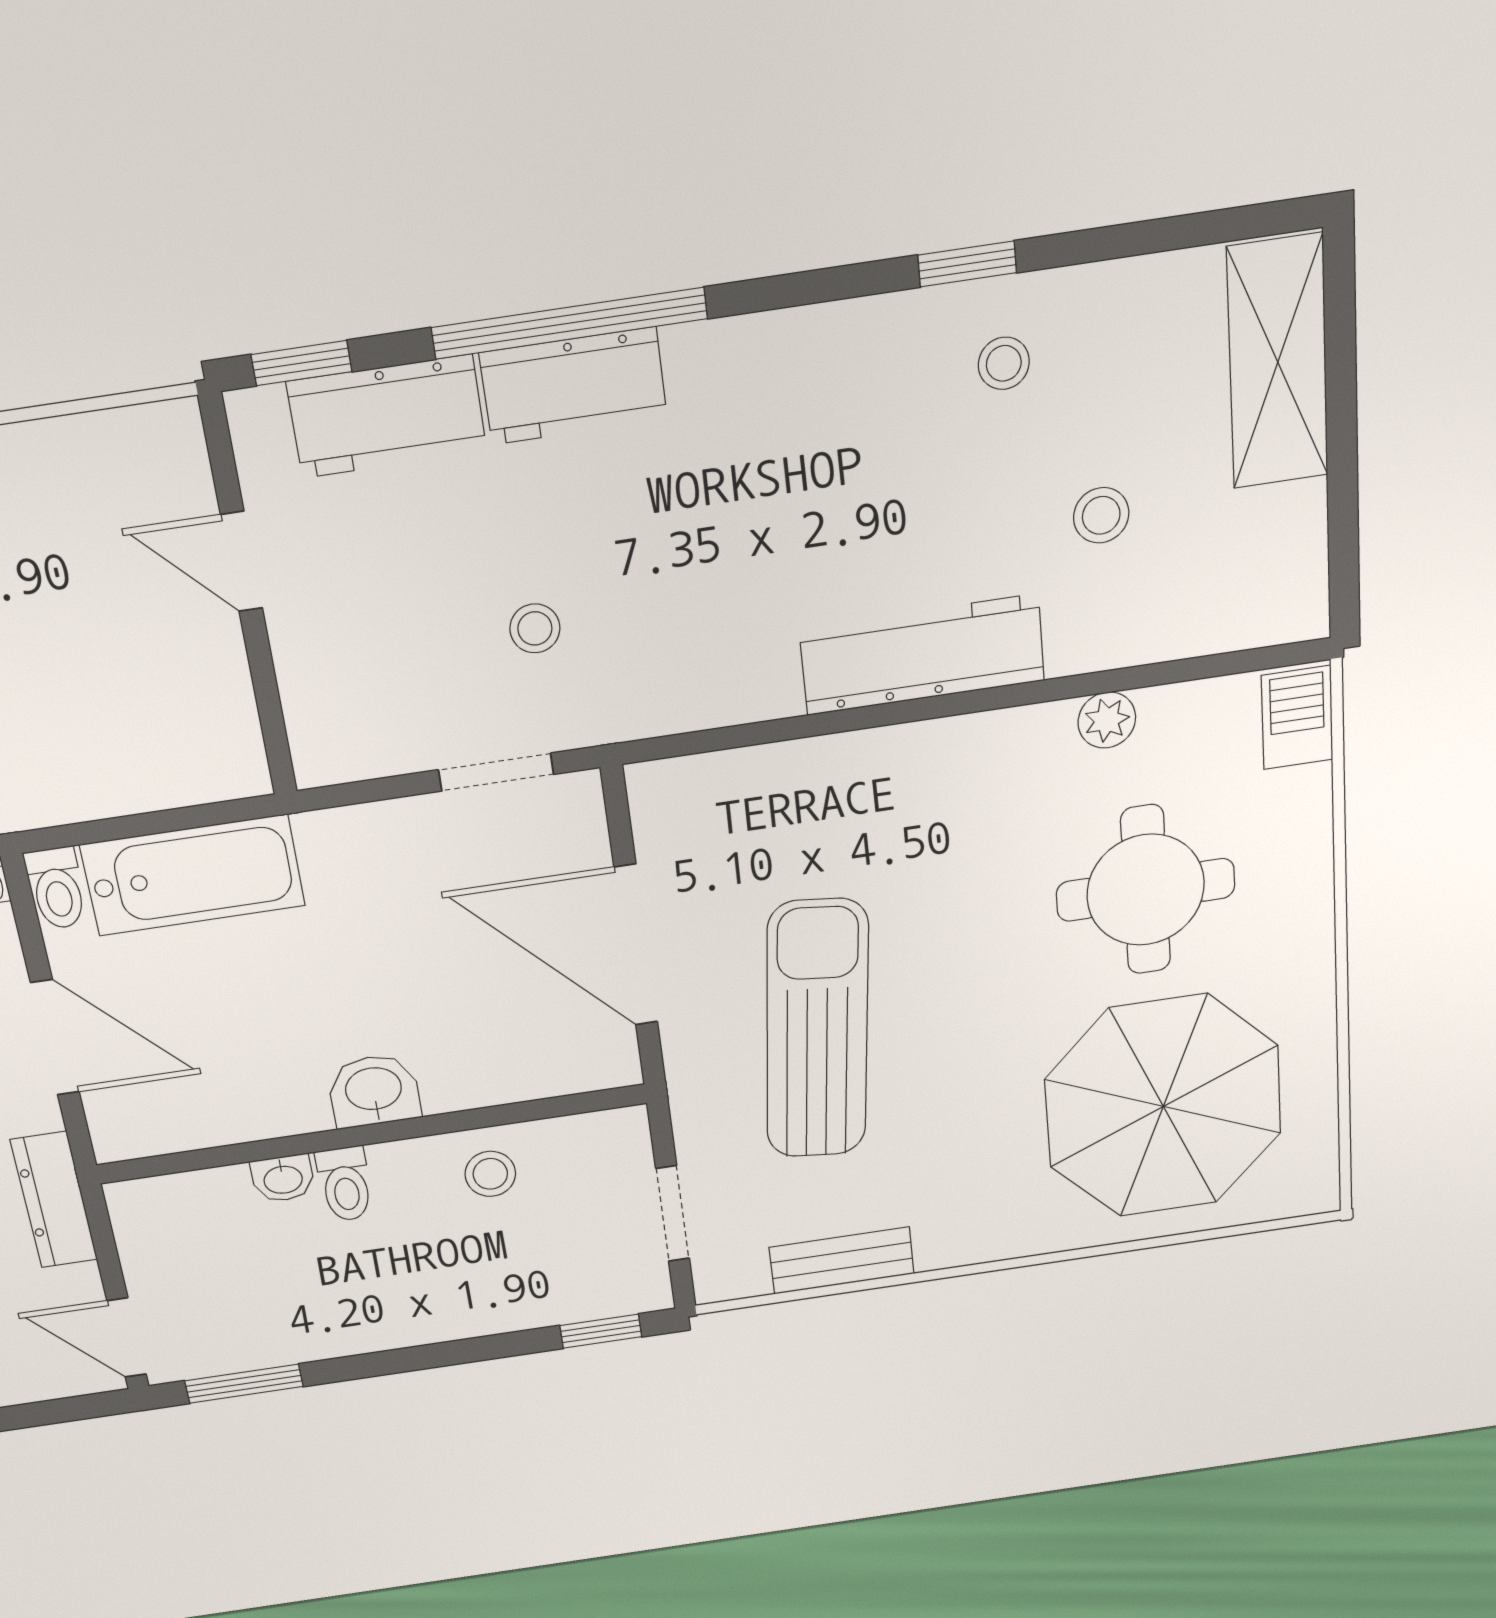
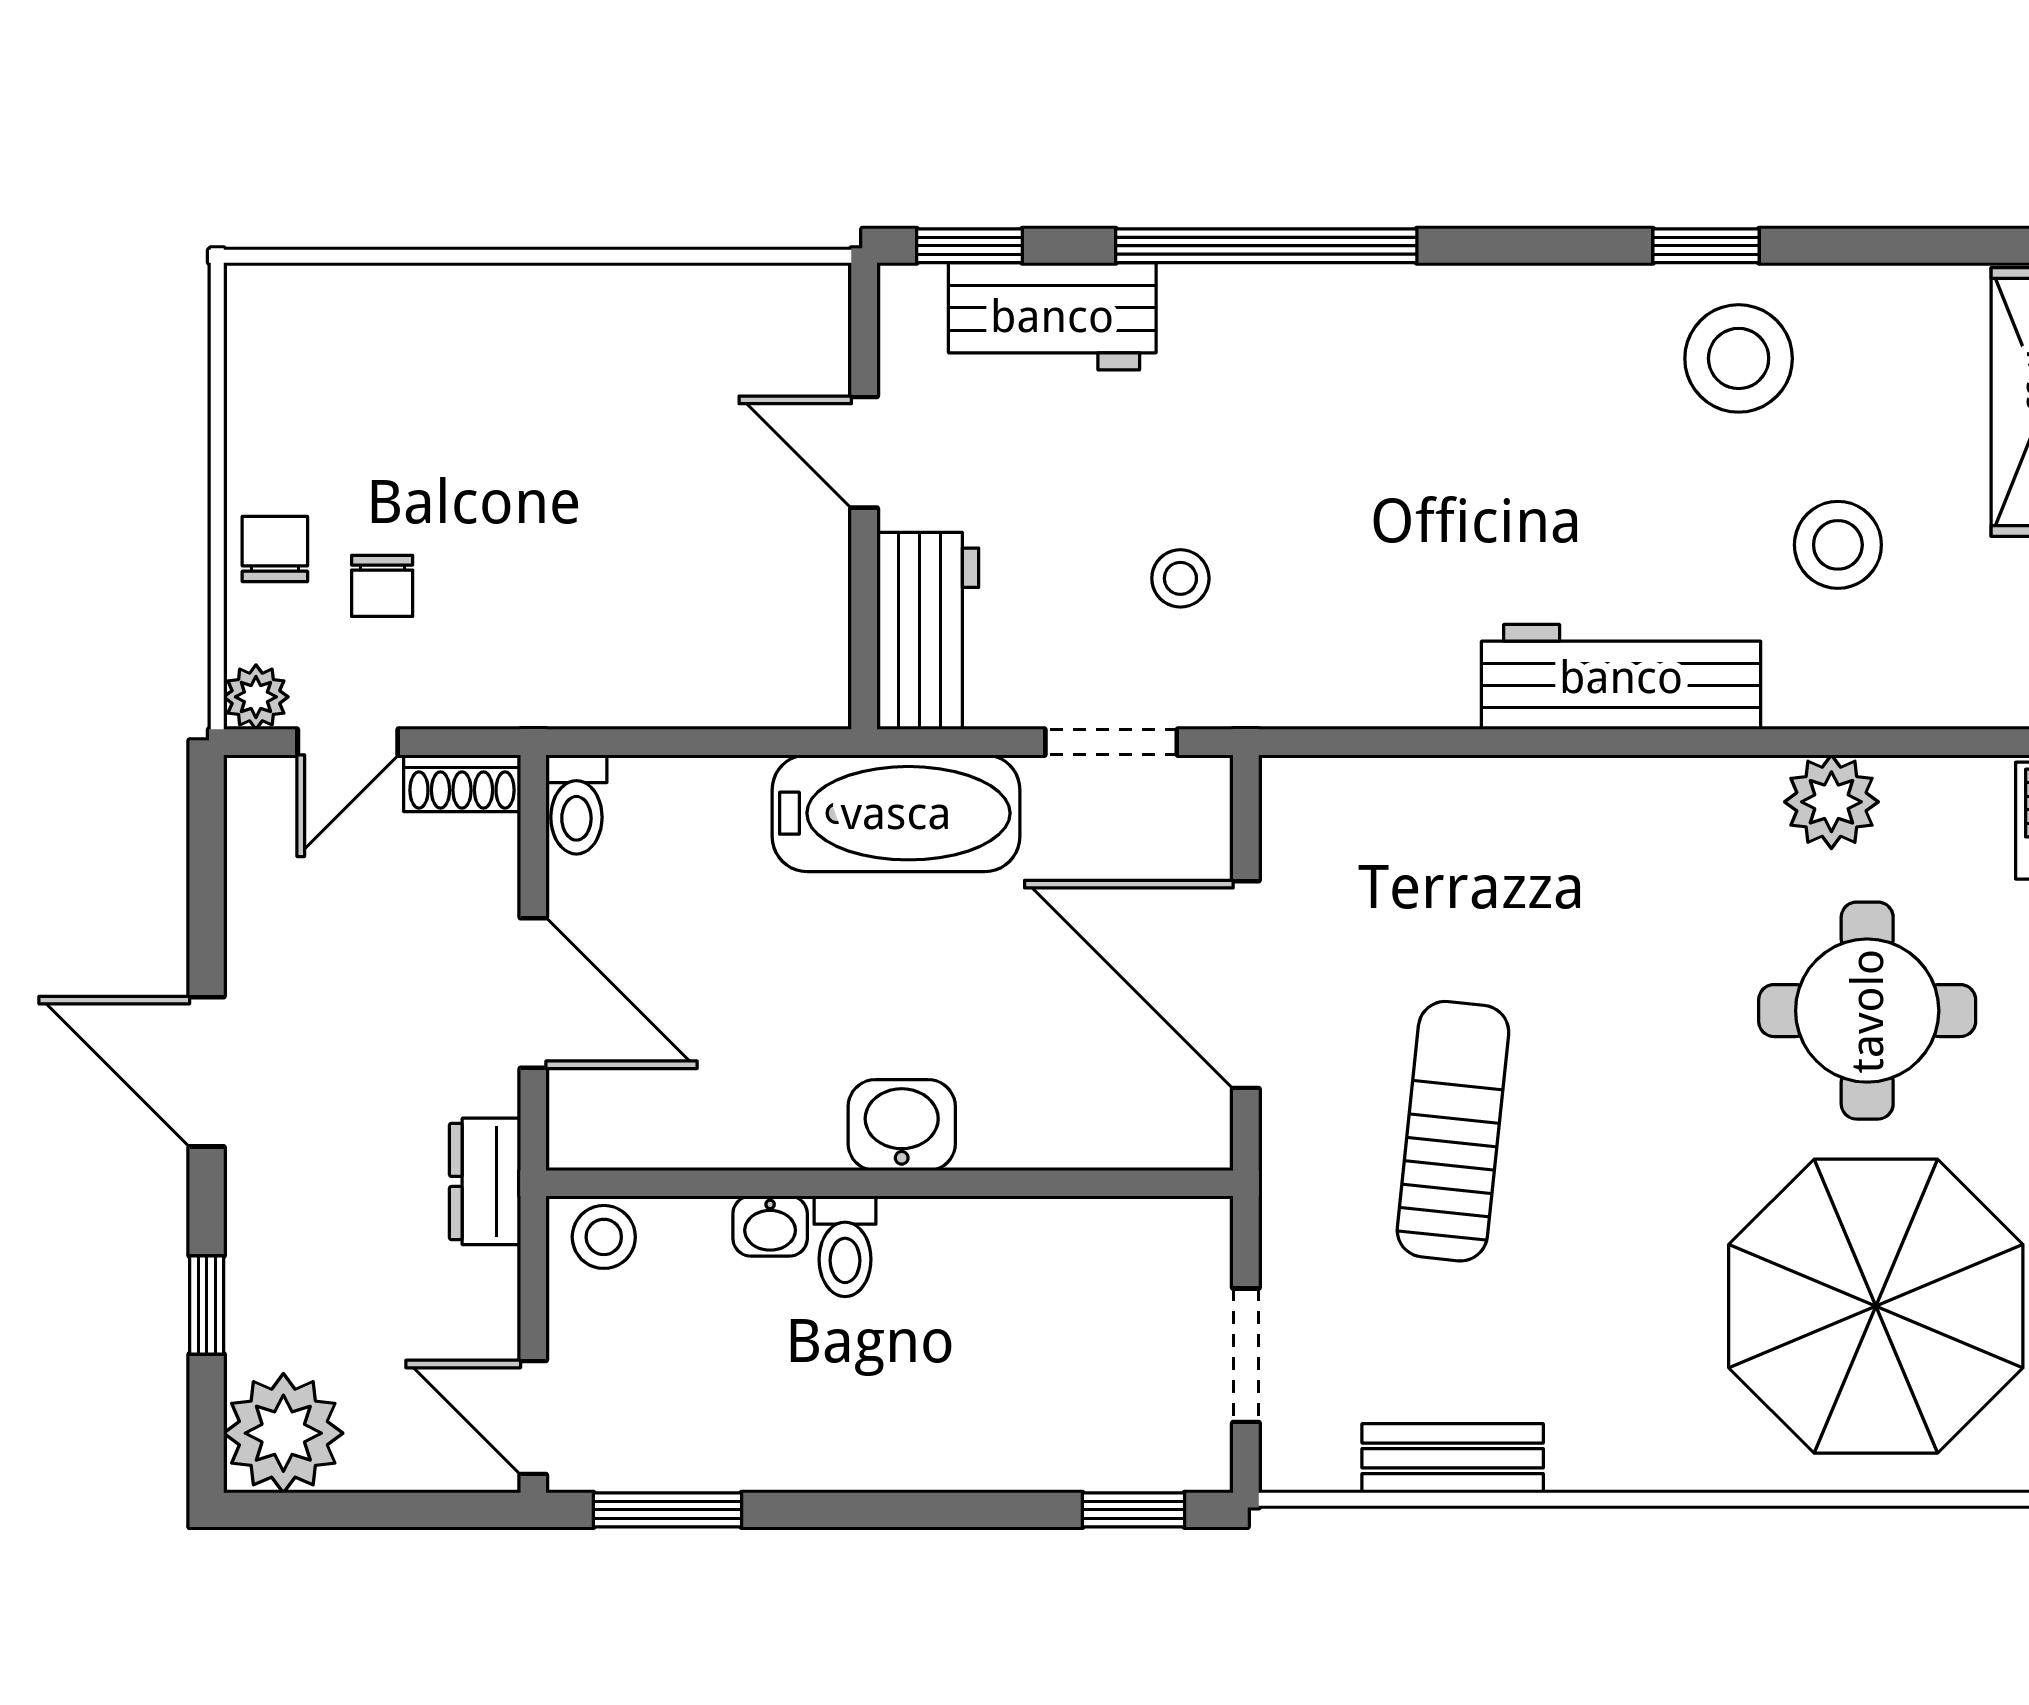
stool: (1004, 363) -> (1739, 358), width x1.89, depth x1.89
workbench: (574, 386) -> (928, 631), moved, turned -90
stool: (1101, 515) -> (1838, 545), width x1.37, depth x1.37
plant: (1107, 720) -> (1831, 802), width x1.38, depth x1.38
bathtub: (193, 875) -> (896, 813), moved
sun lounger: (817, 1030) -> (1453, 1131), width x0.73, depth x0.75
stool: (490, 1174) -> (604, 1237), moved
dresser: (54, 1200) -> (485, 1181), width x0.70

